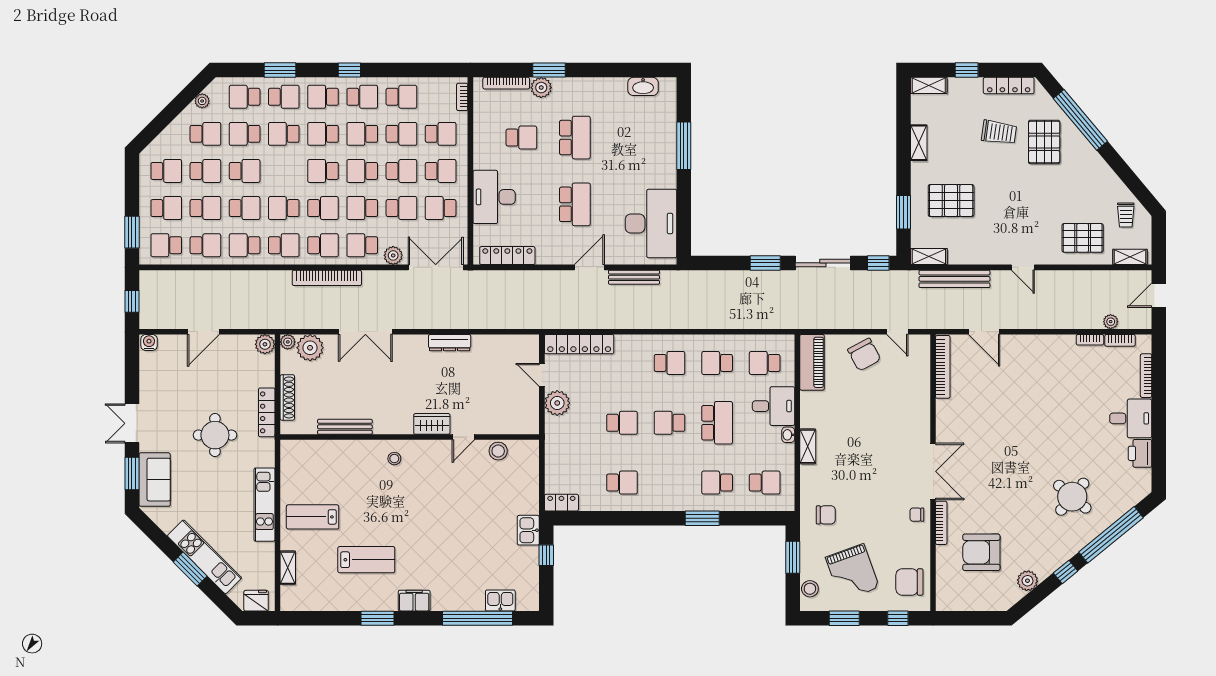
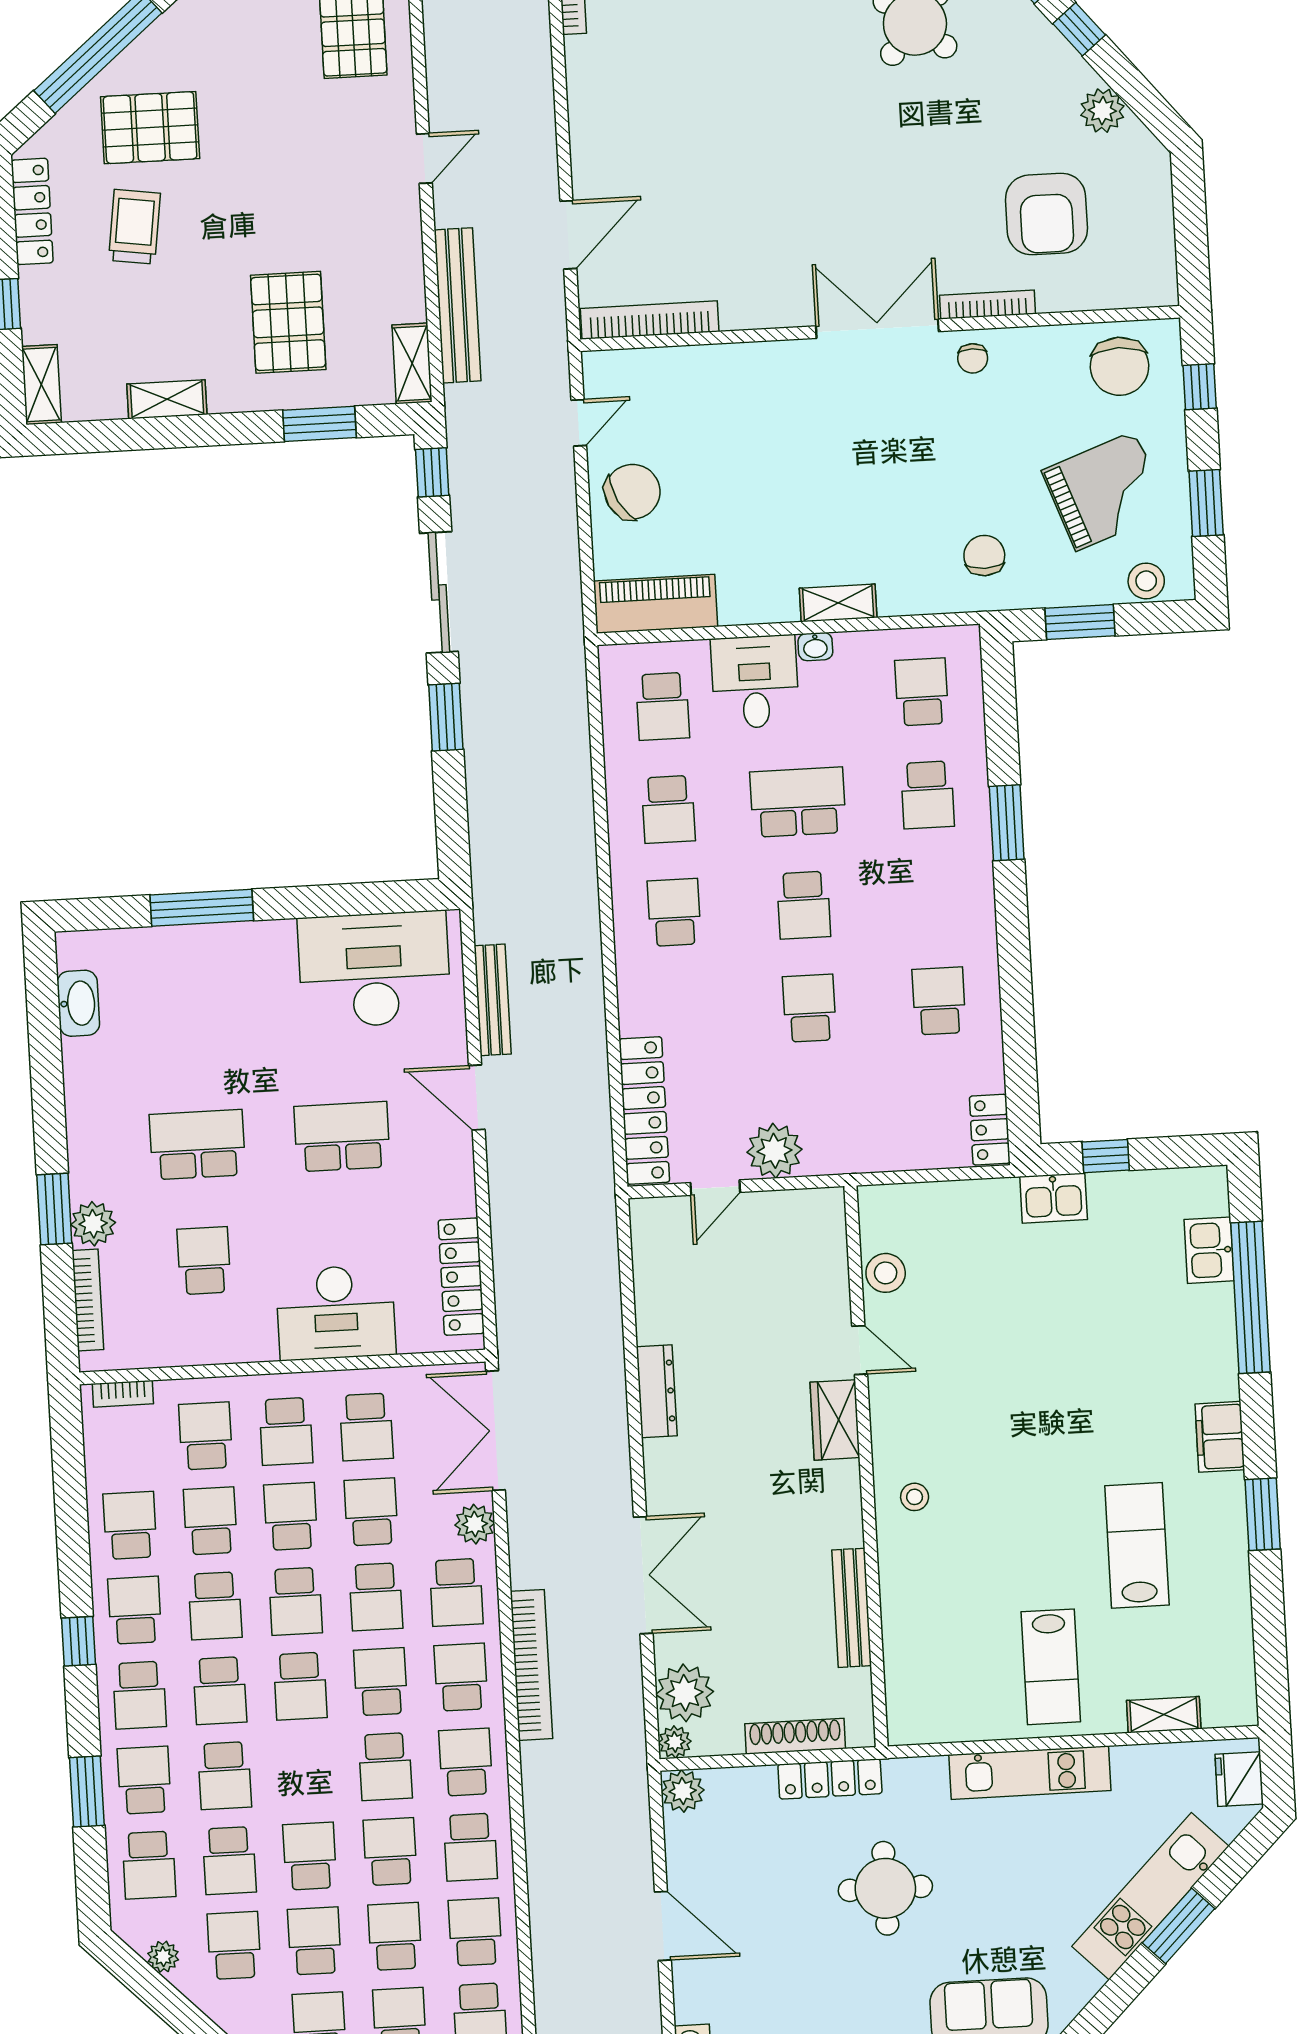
school desk: (441, 171) -> (286, 1431), turned 180

